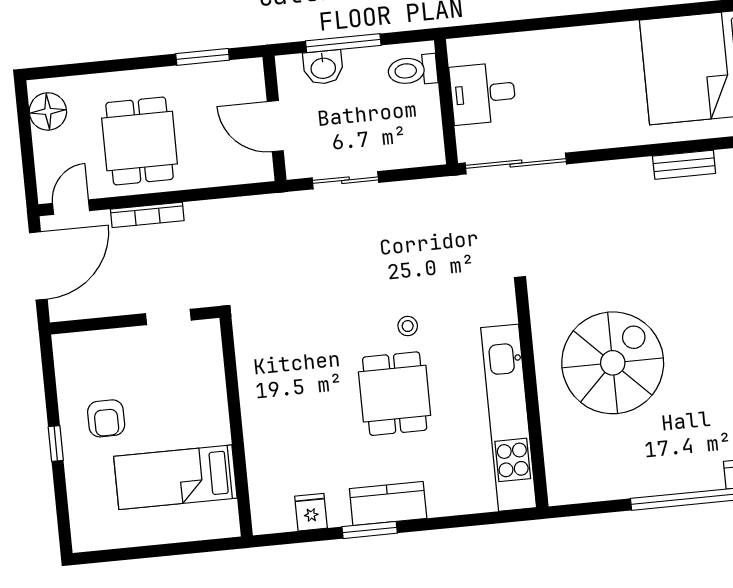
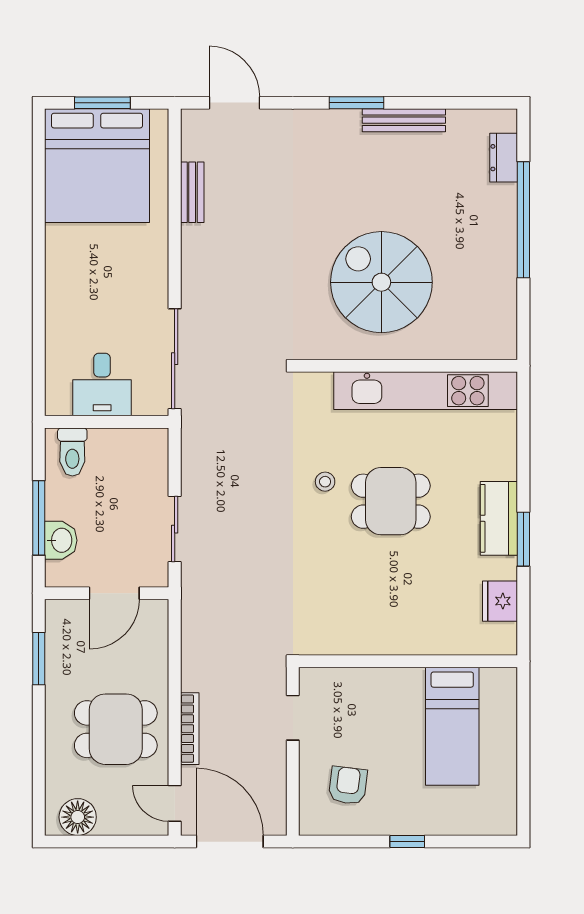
armchair: (106, 418) -> (348, 785), moved, turned -83
fridge: (311, 512) -> (500, 601), width x1.38

